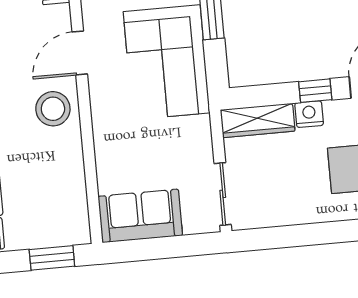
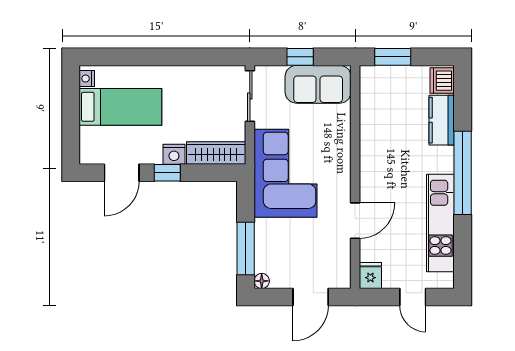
corner sofa: (167, 62) -> (285, 173), moved
stool: (53, 109) -> (381, 177), removed
window: (165, 248) -> (300, 57), added

